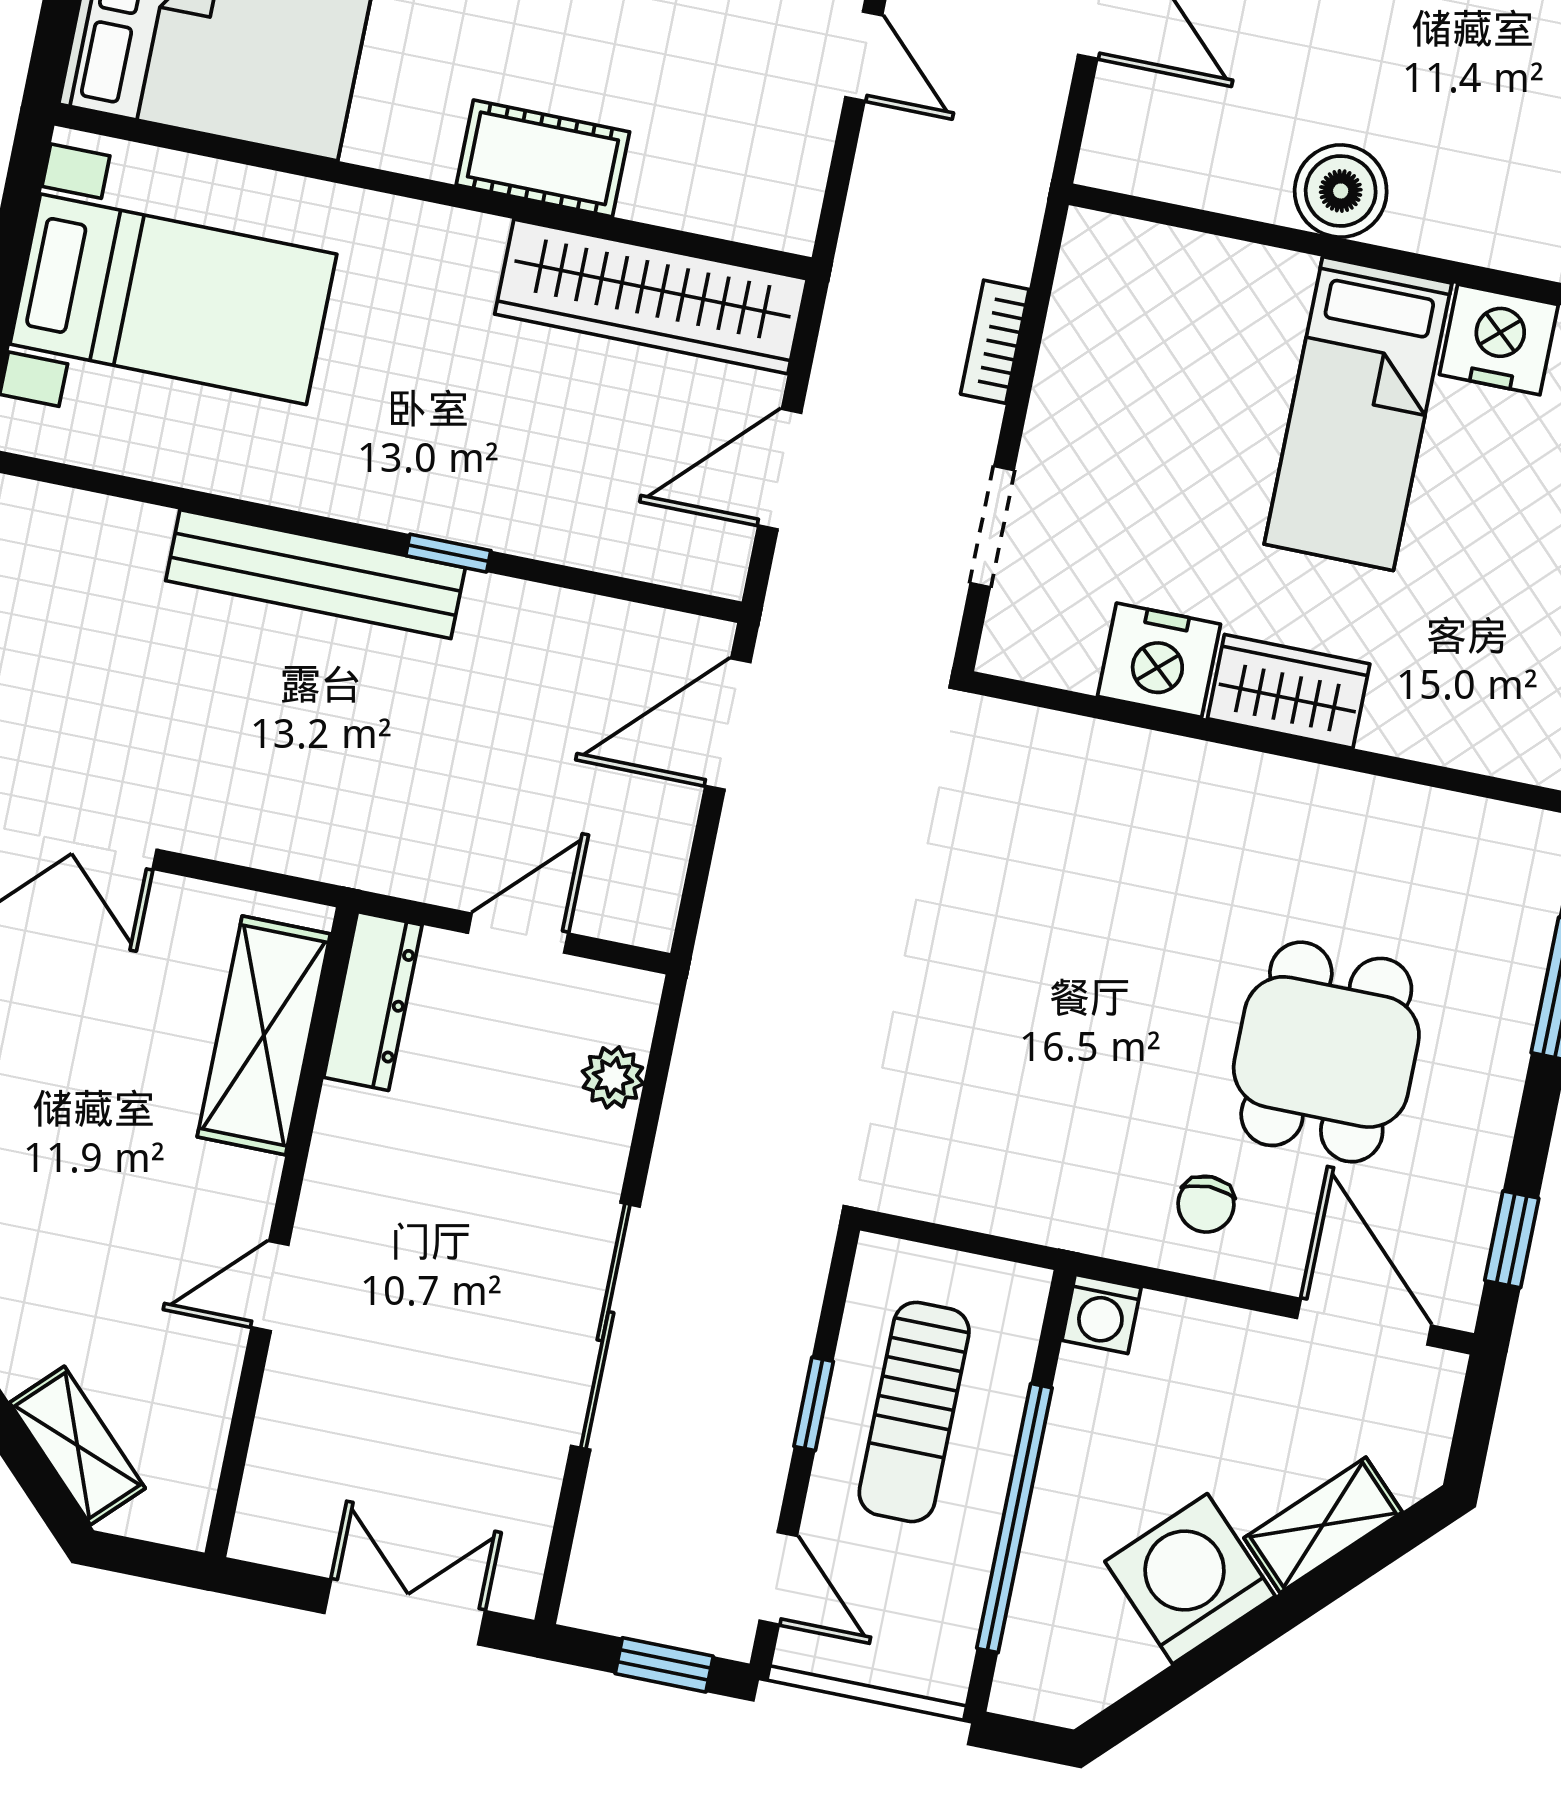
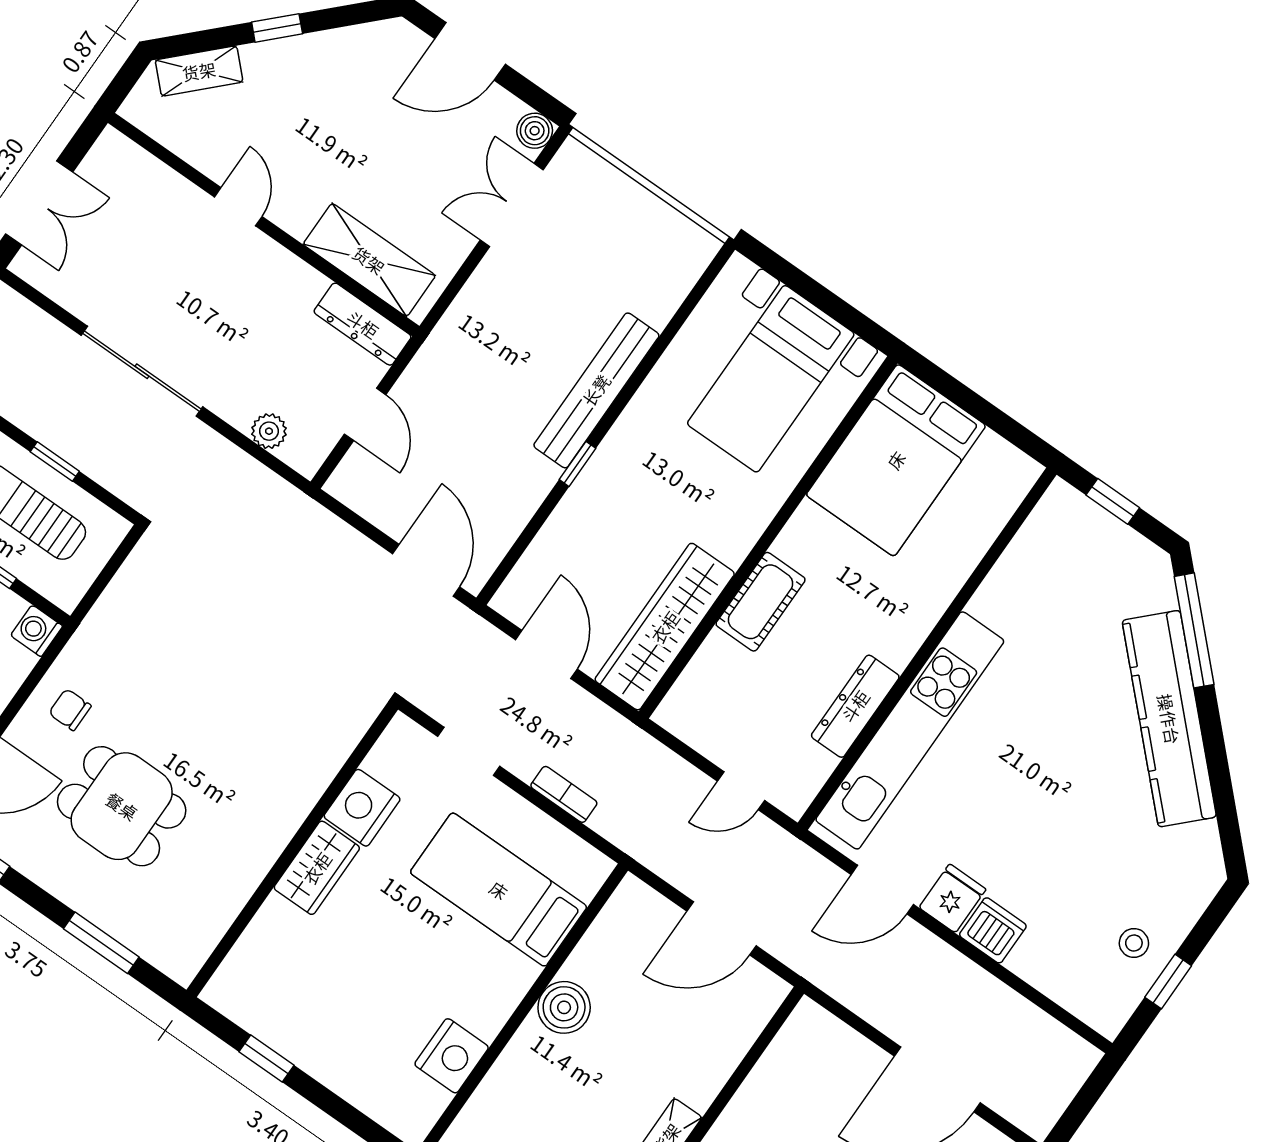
bed: (1358, 414) -> (499, 890), moved

